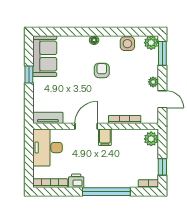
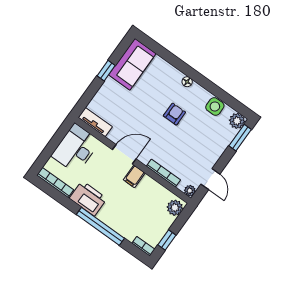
plant: (153, 82) -> (190, 191), moved
printer: (76, 181) -> (88, 198), width x1.87, depth x1.48

